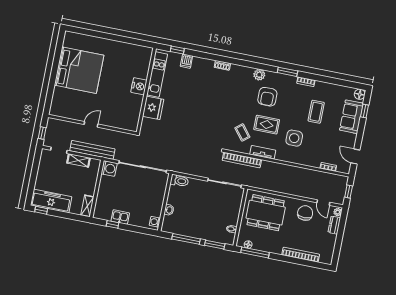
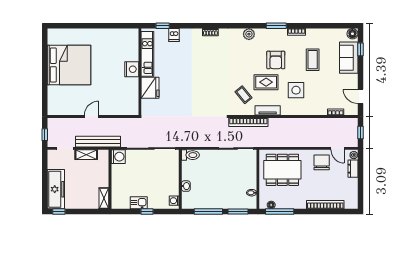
armchair: (267, 97) -> (276, 60), moved
freezer: (51, 201) -> (56, 189), moved, turned 90
window: (113, 224) -> (147, 212), moved

